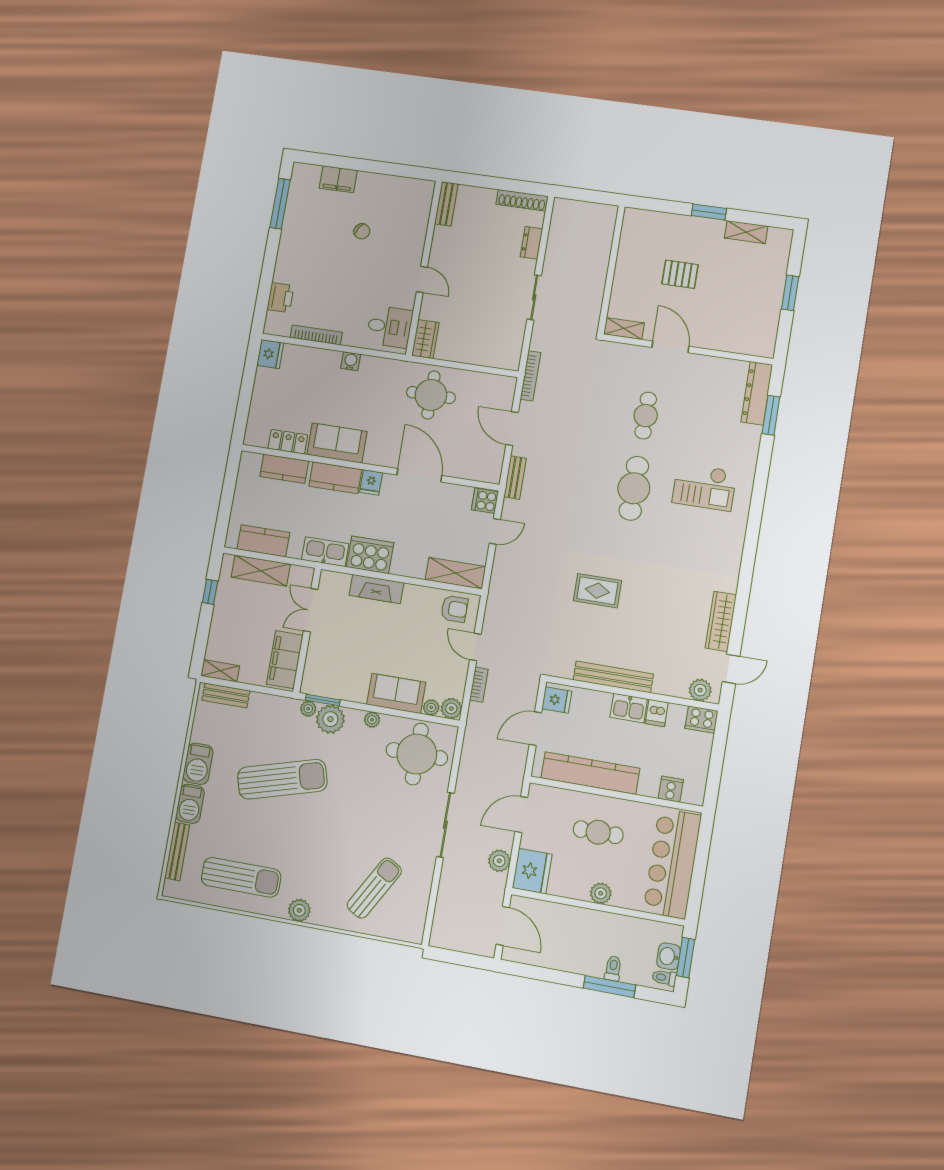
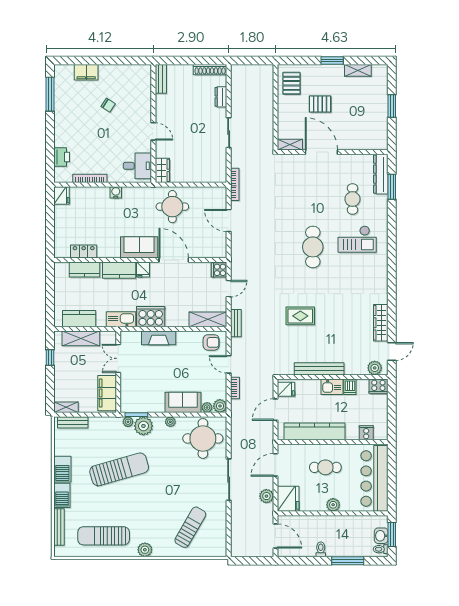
pallet: (641, 237) -> (292, 83), added
door: (670, 347) -> (321, 152), width x1.36
cafe table: (646, 416) -> (352, 199), moved
sofa: (337, 443) -> (139, 247), moved
bench: (515, 478) -> (236, 323), moved
sun lounger: (241, 877) -> (104, 536), turned 180
toilet: (613, 968) -> (321, 549), moved

